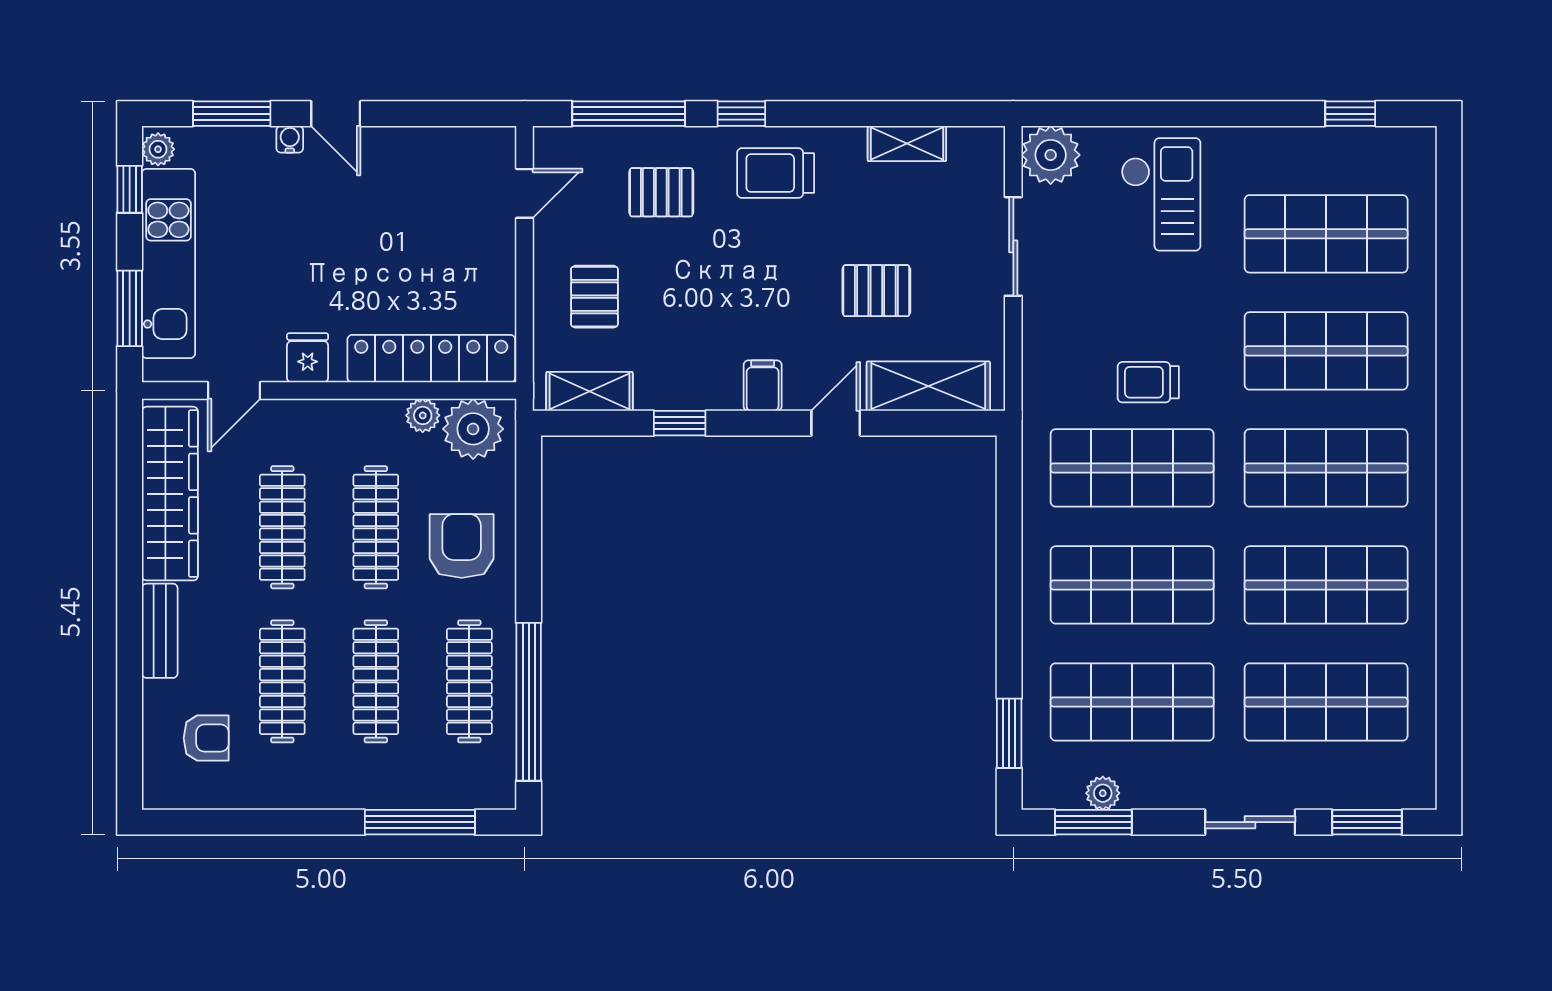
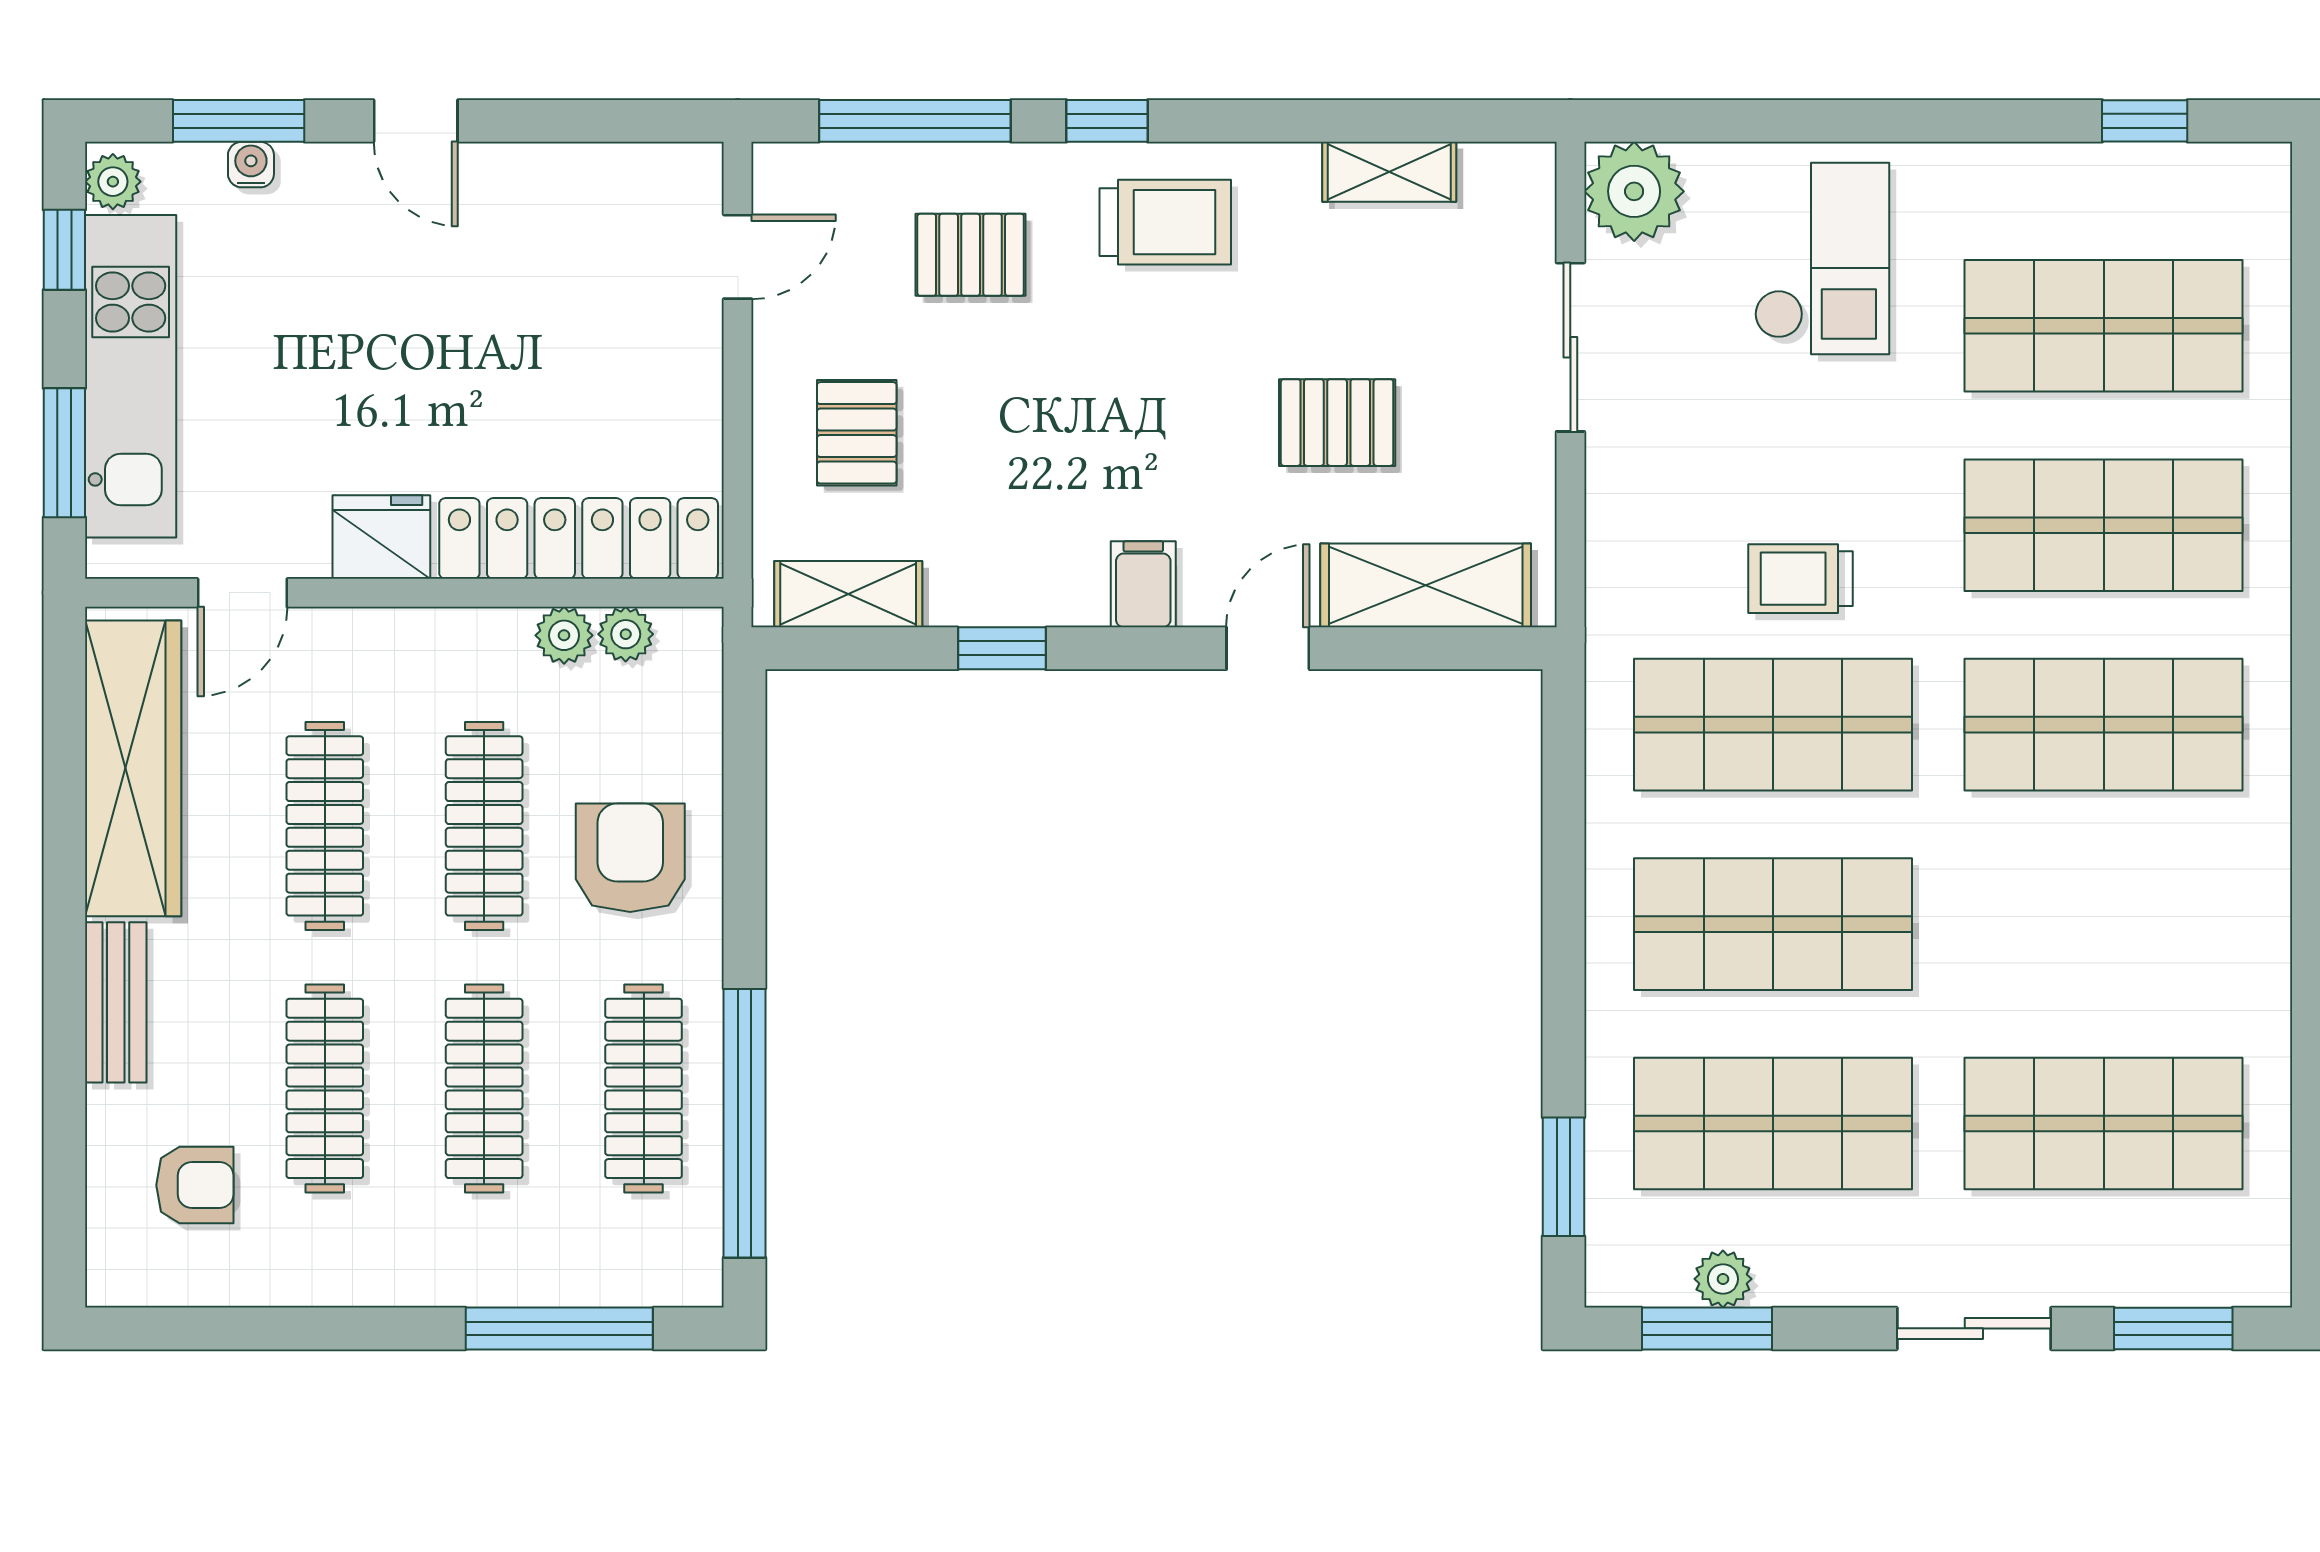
water cooler: (290, 139) -> (251, 165), moved
trolley: (776, 173) -> (1165, 222), turned 180
fridge: (308, 358) -> (381, 537), width x1.38
plant: (473, 429) -> (626, 634), width x0.53, depth x0.53
shop shelf: (1326, 585) -> (2104, 924), removed

